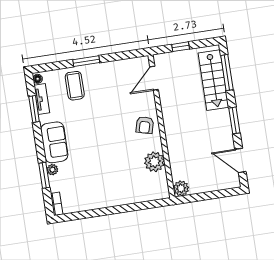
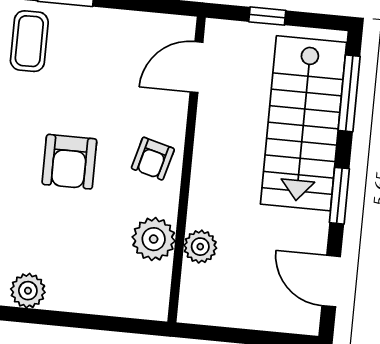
stairs: (213, 80) -> (303, 123), width x1.36, depth x1.51
armchair: (107, 136) -> (69, 162), added
plant: (181, 188) -> (200, 247), moved
plant: (103, 200) -> (28, 291), added

